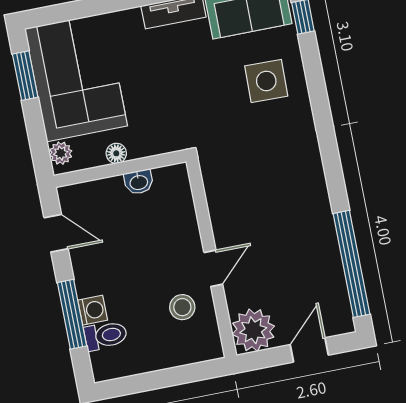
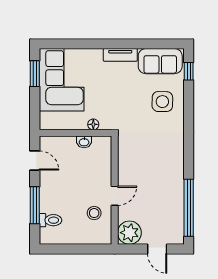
plant: (61, 153) -> (46, 118), removed
floor lamp: (116, 153) -> (93, 124), moved
washing machine: (93, 310) -> (46, 205), removed
door: (309, 350) -> (157, 249), swing flipped

